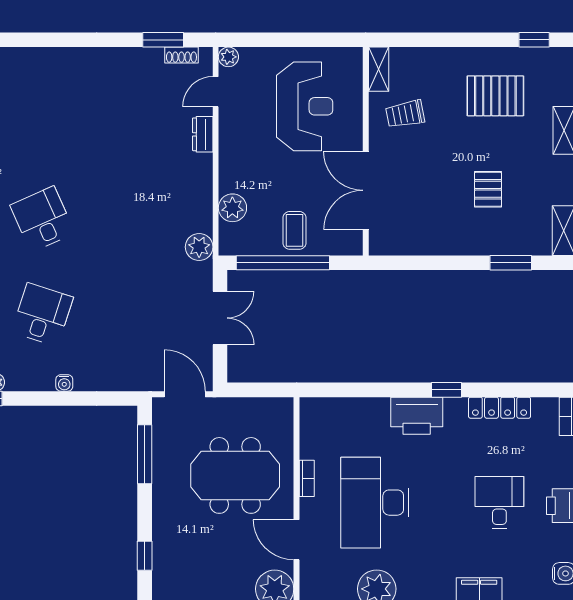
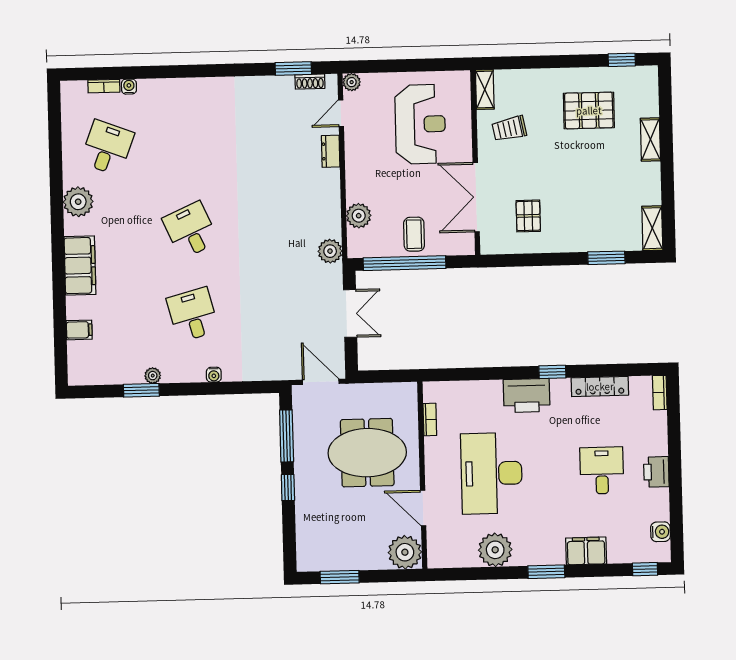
pallet: (488, 189) -> (528, 216), moved
desk: (42, 315) -> (193, 315), turned -33
bookcase: (307, 478) -> (430, 419), moved
window: (145, 556) -> (288, 488), moved

